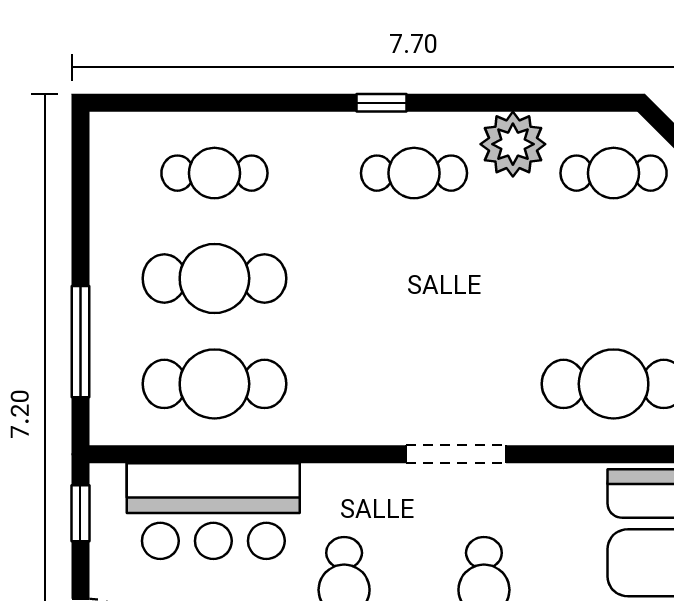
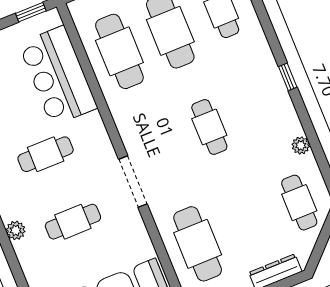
plant: (513, 144) -> (301, 145), width x0.53, depth x0.53
cafe table: (414, 173) -> (209, 127), moved

